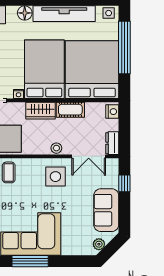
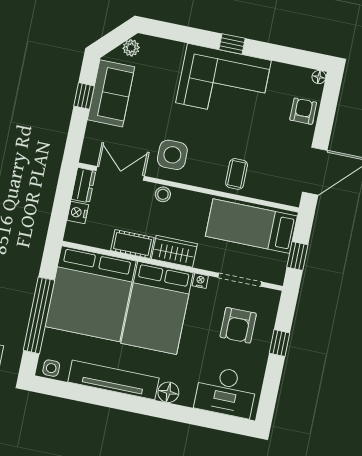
nightstand: (112, 112) -> (78, 213), moved
window: (124, 183) -> (84, 96), moved
window: (30, 261) -> (232, 44), width x0.46

